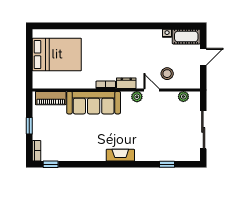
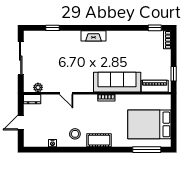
window: (60, 26) -> (147, 150), added
cot: (186, 37) -> (99, 140), moved
stool: (167, 74) -> (75, 134), moved
dresser: (126, 83) -> (32, 99), moved
plant: (137, 97) -> (79, 87), removed
window: (29, 126) -> (174, 74), moved

